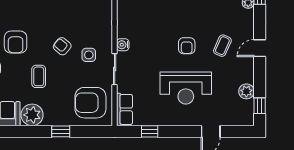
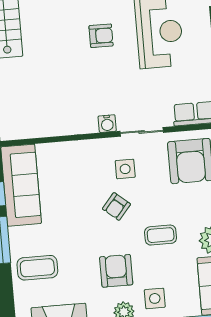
armchair: (16, 42) -> (116, 271), turned -90

